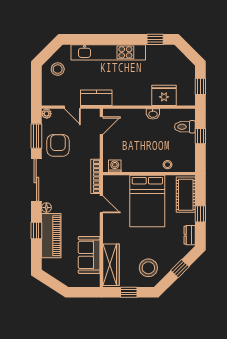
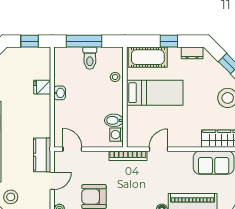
fridge: (164, 95) -> (42, 87), width x0.53, depth x0.75
toilet: (185, 127) -> (90, 58), moved
window: (200, 136) -> (84, 41), width x2.17
bidet: (128, 164) -> (114, 120), added
bed: (147, 201) -> (155, 93), width x0.67

